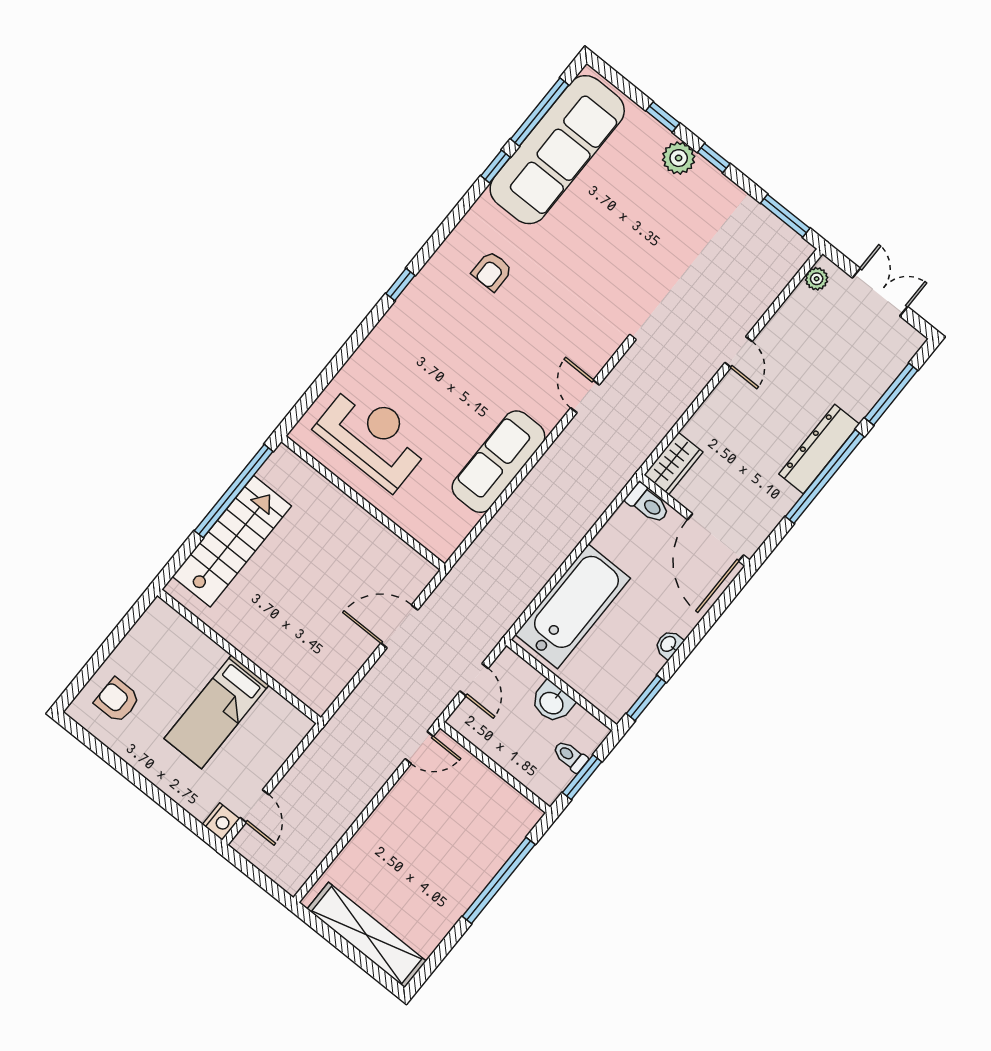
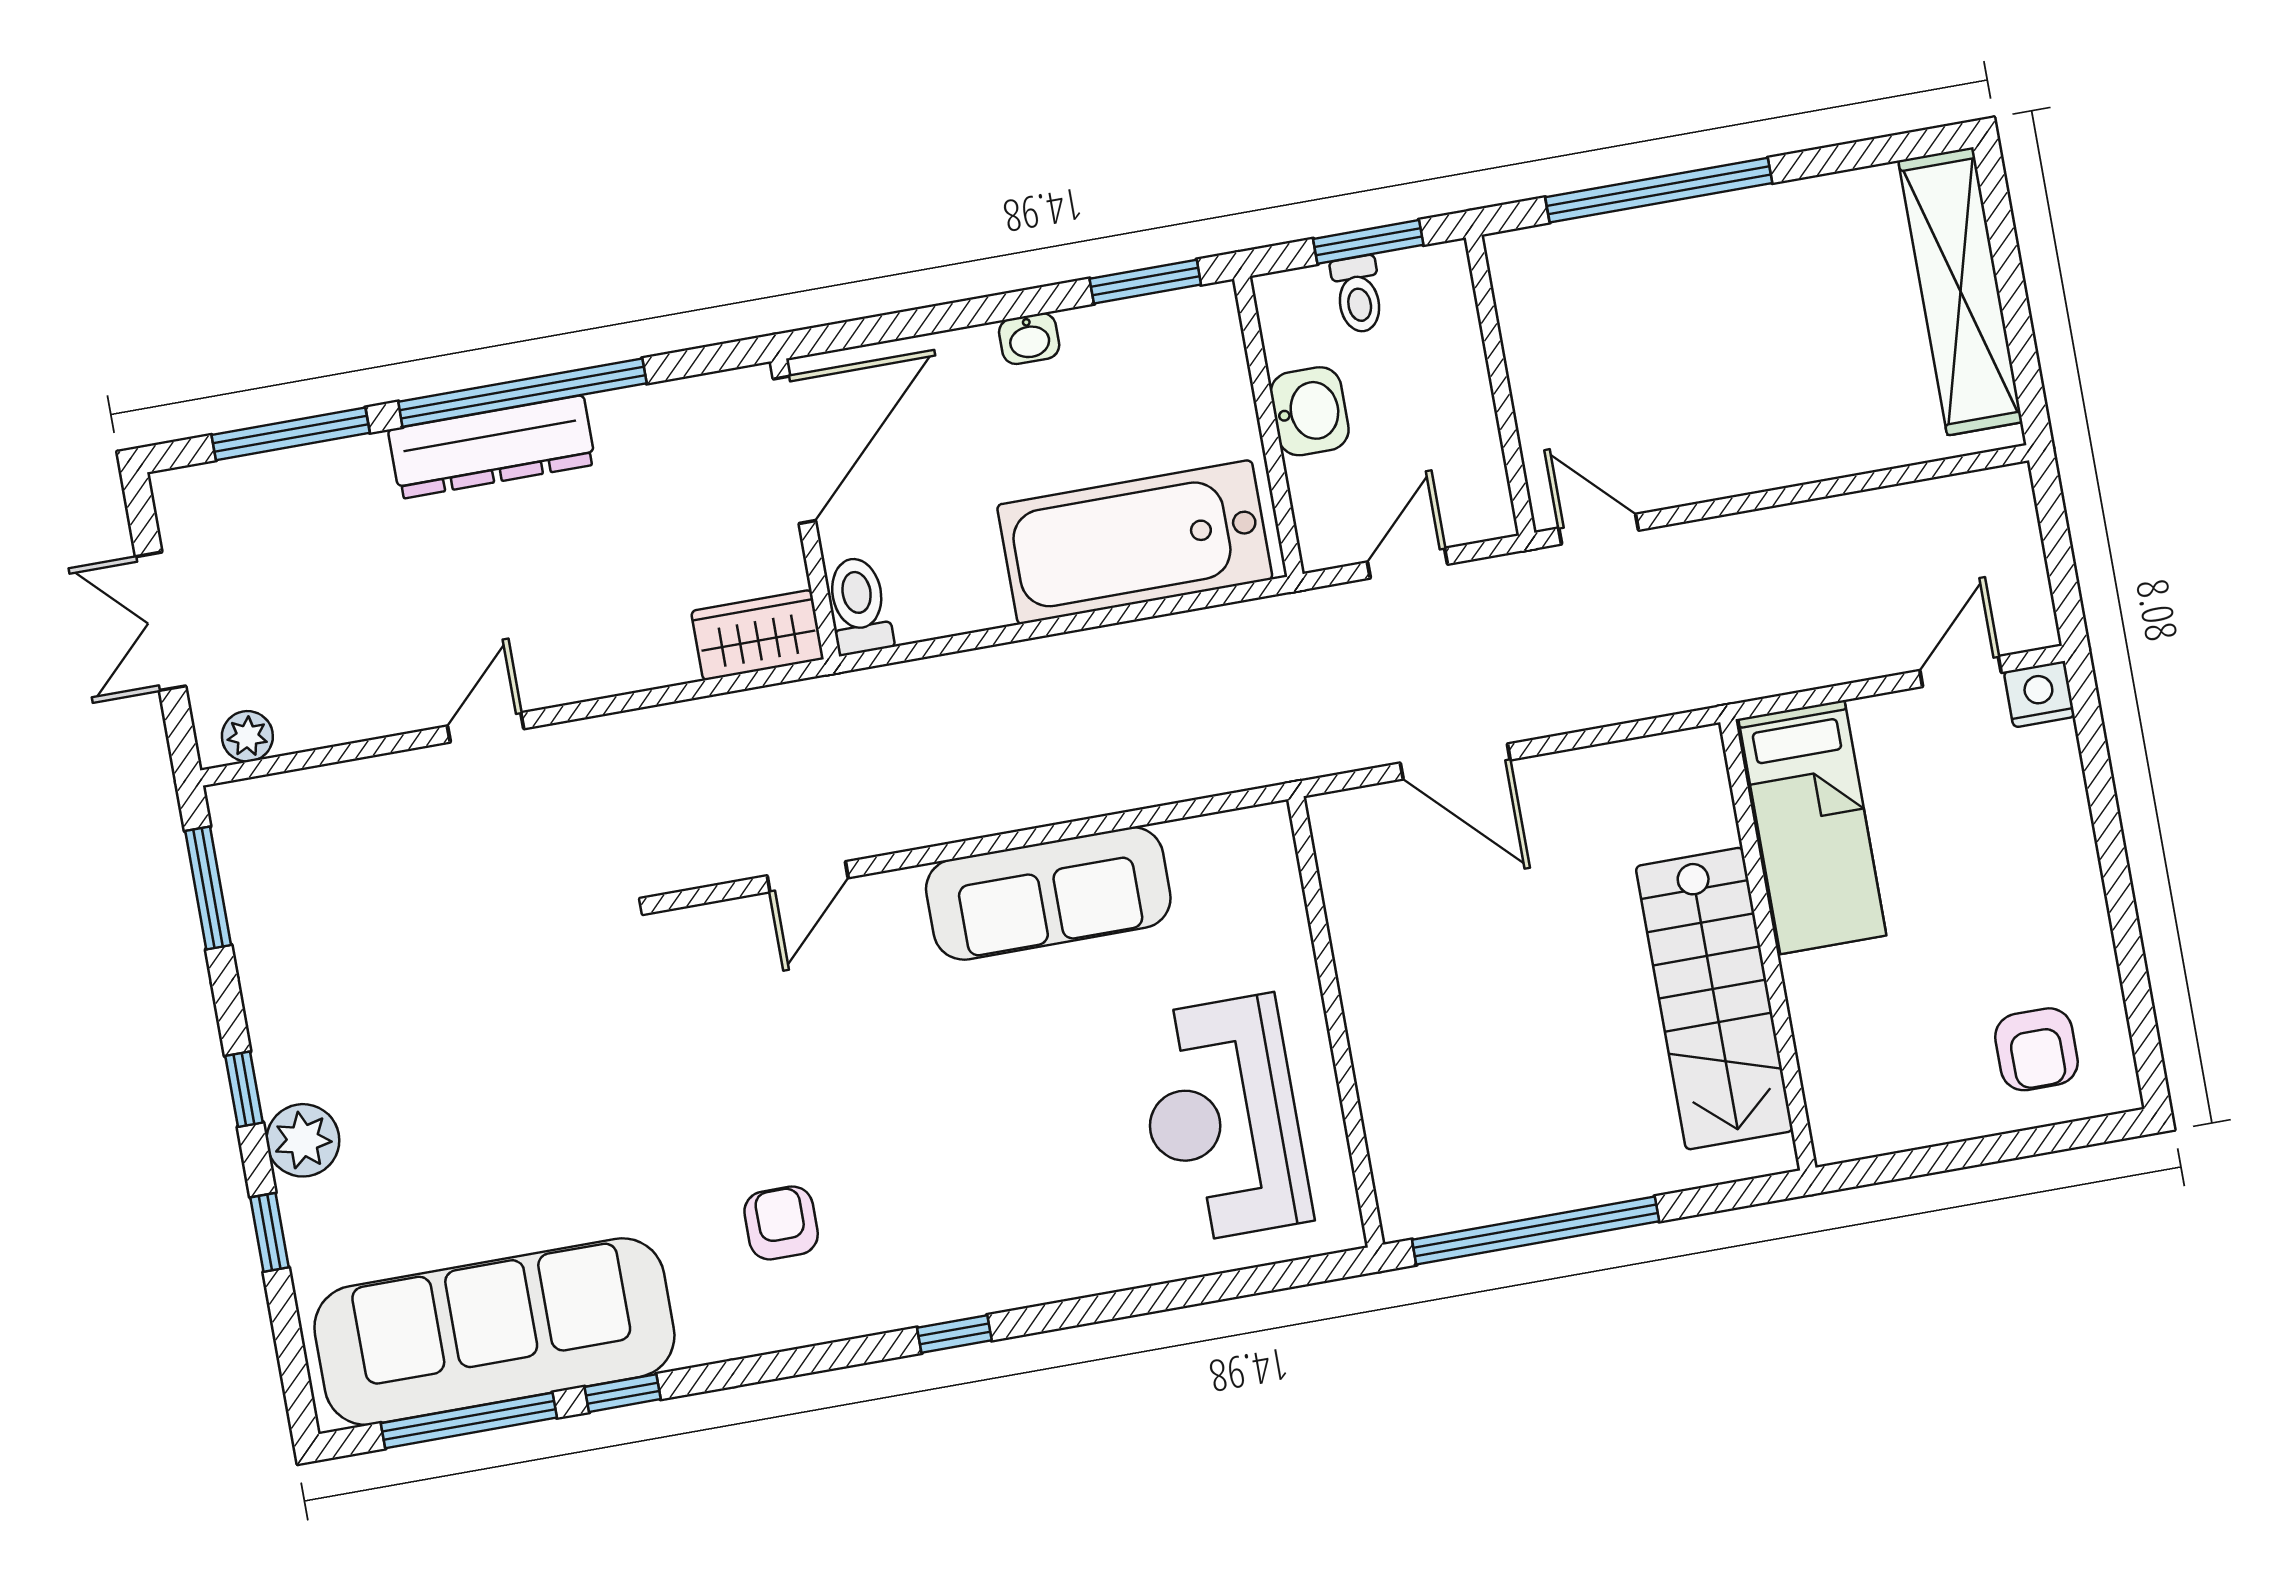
armchair: (492, 271) -> (781, 1223), turned -90
stairs: (232, 541) -> (1714, 999), moved, turned -90
bed: (217, 712) -> (1812, 827), moved, turned 90

